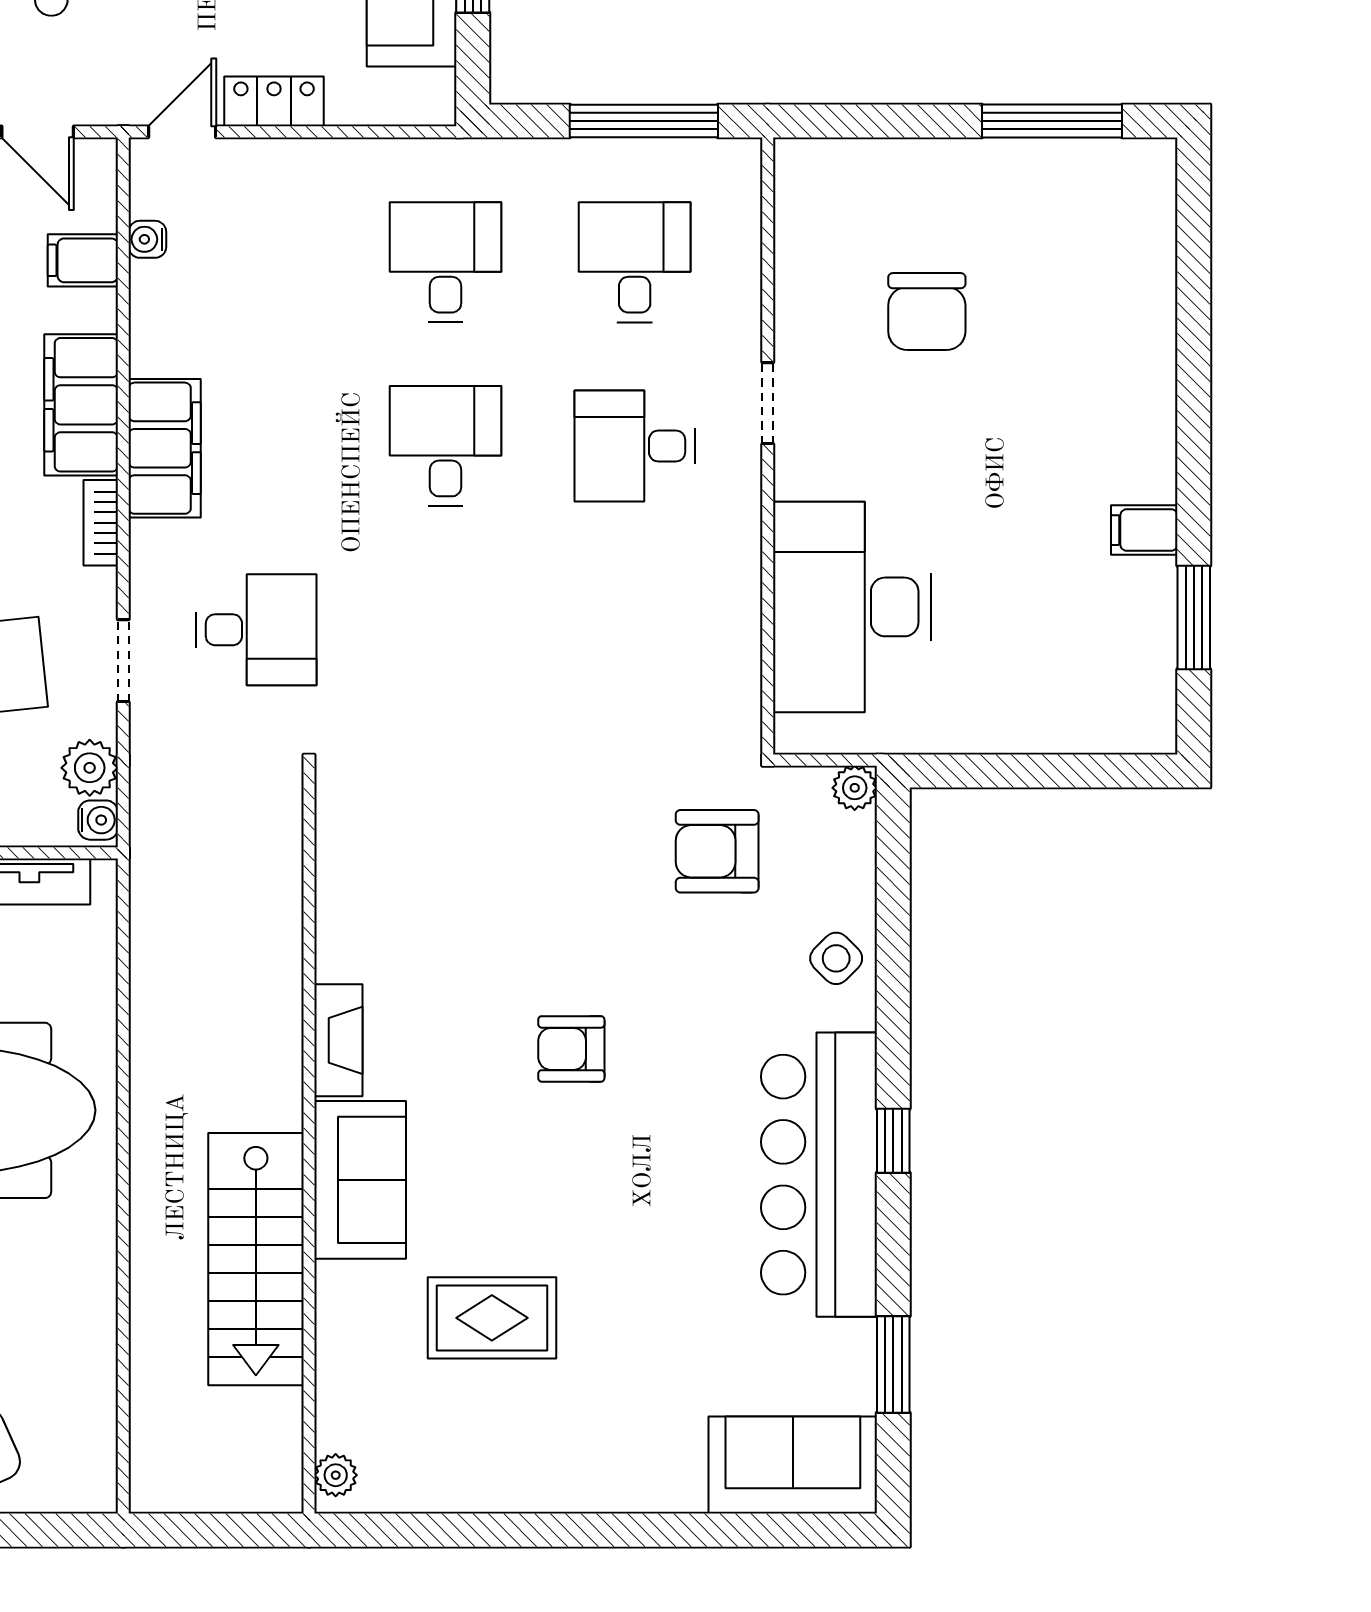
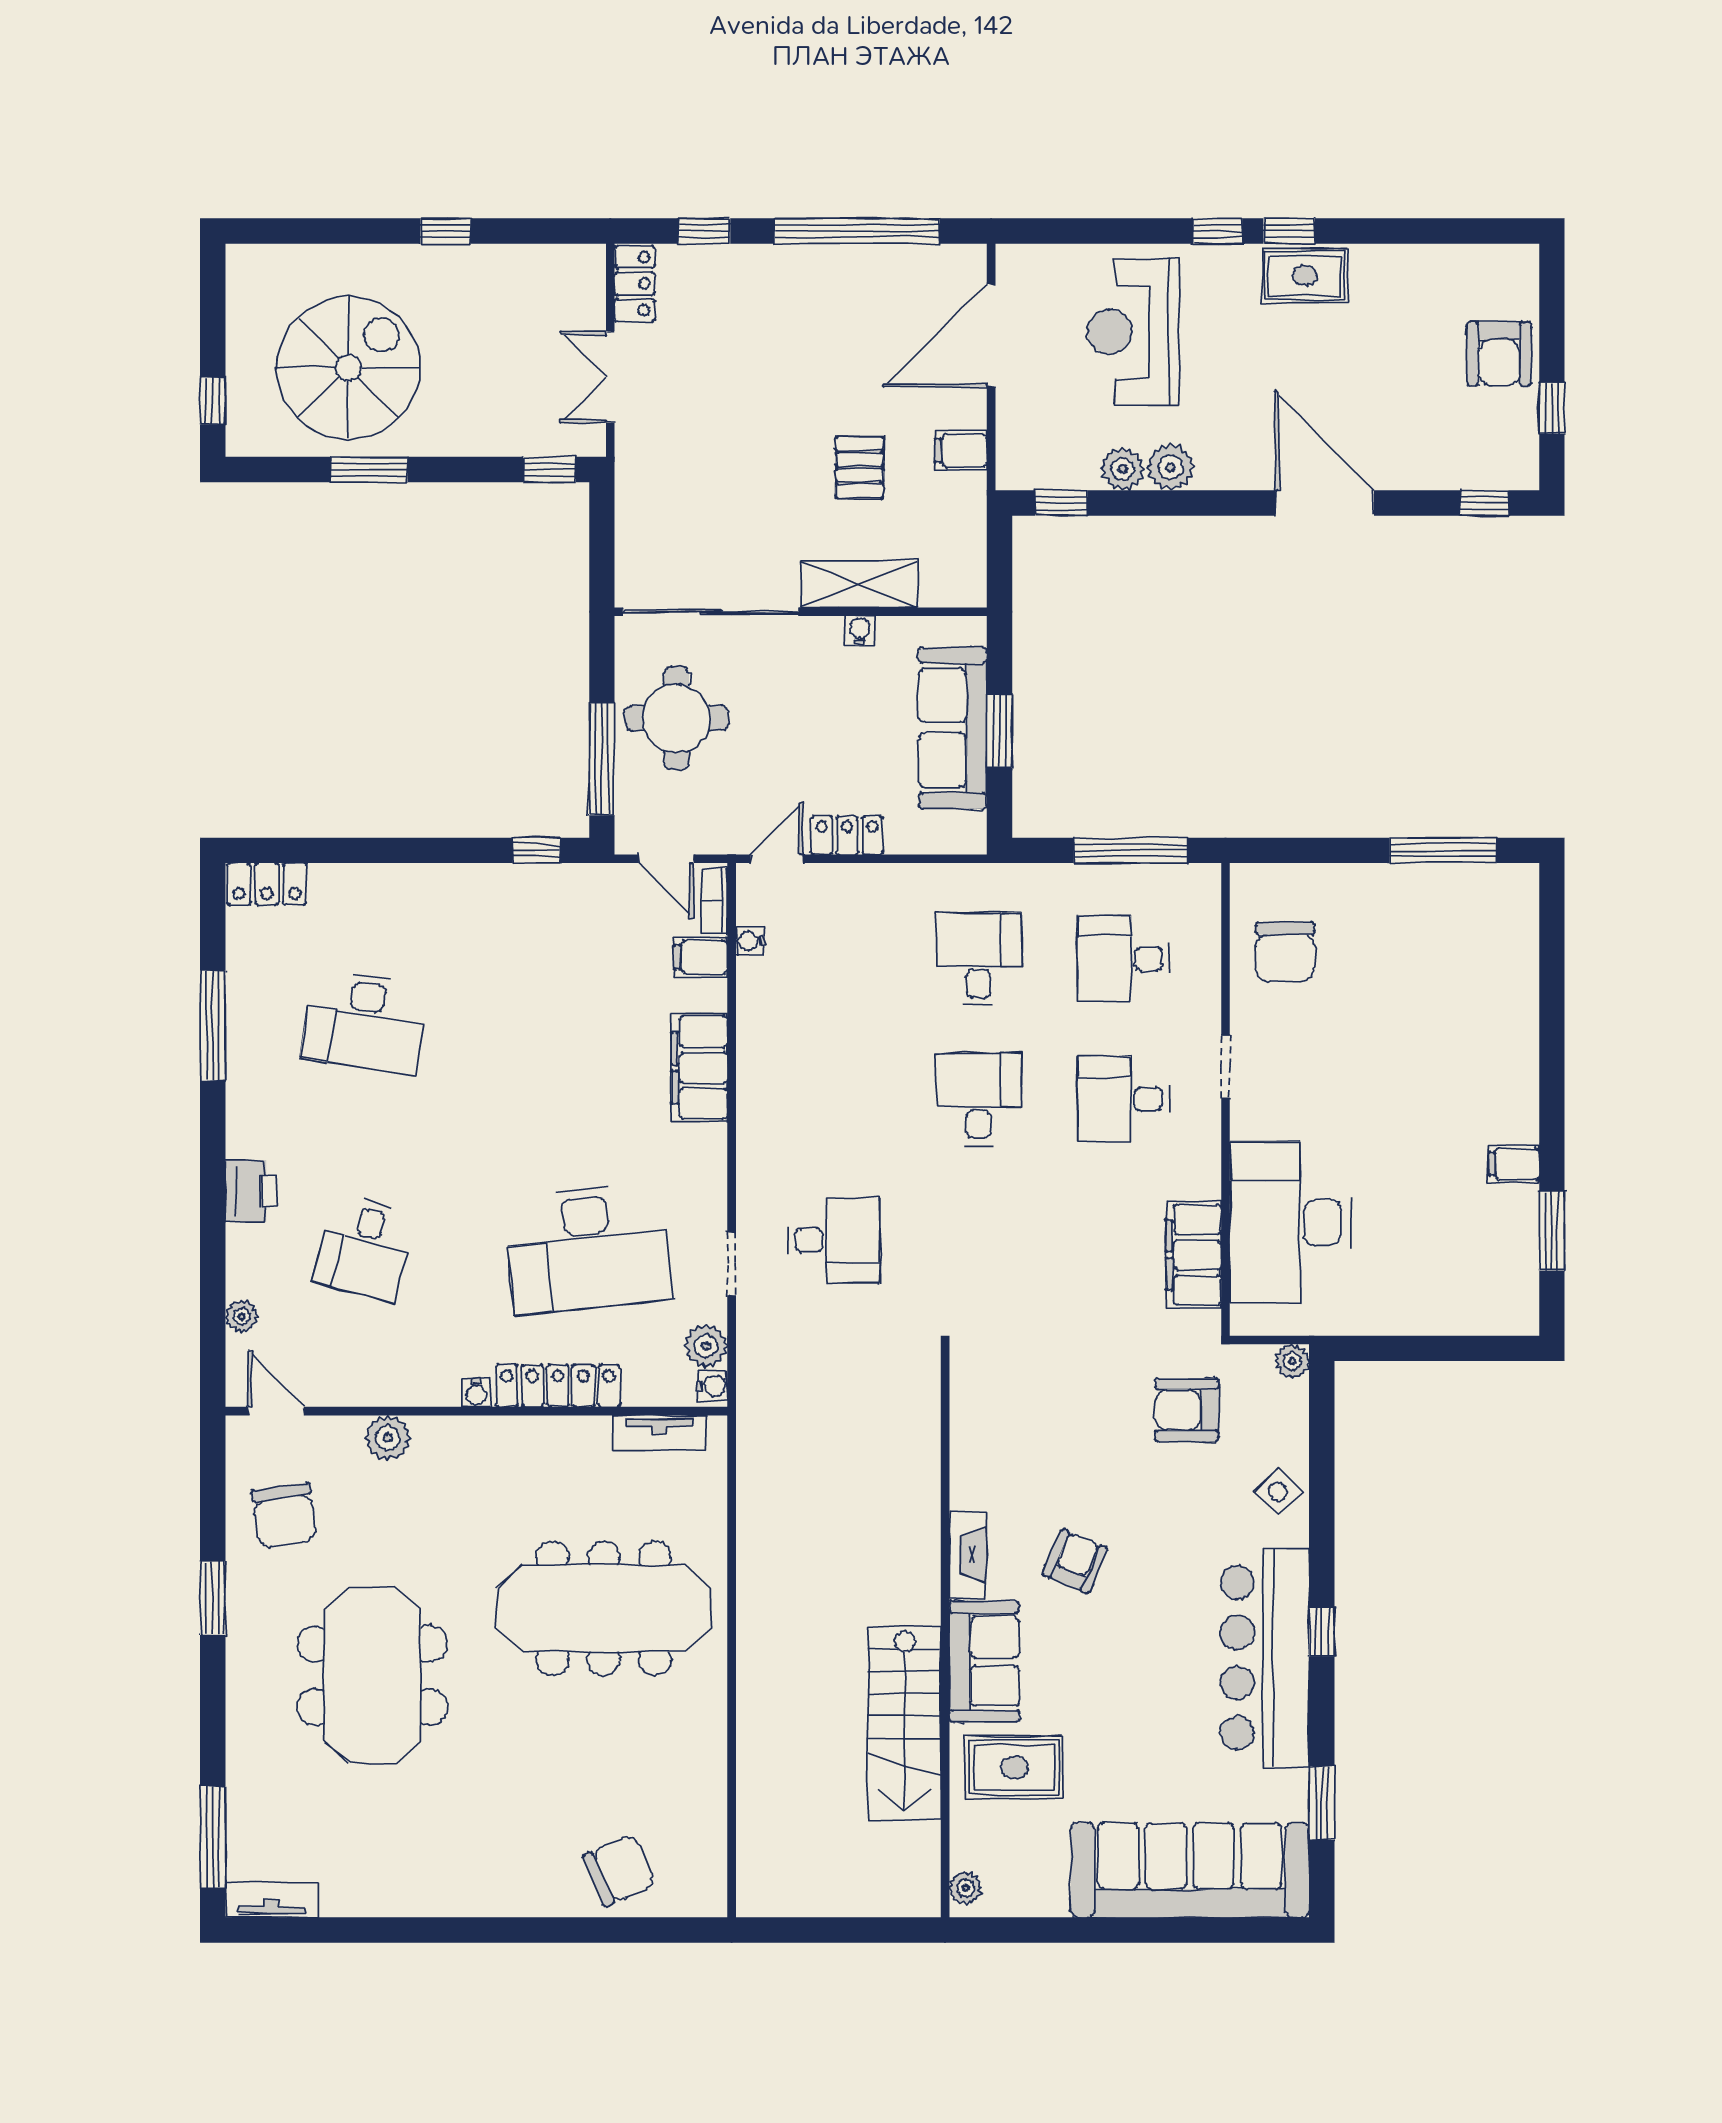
desk: (635, 262) -> (1123, 959), turned -90
chair: (927, 312) -> (1285, 952), moved
filing cabinet: (165, 448) -> (1194, 1255), moved, turned 180
bookcase: (101, 523) -> (714, 901), moved
fireplace: (338, 1040) -> (968, 1555), moved
armchair: (571, 1049) -> (1075, 1561), turned 113
wall: (309, 1140) -> (945, 1631), moved
sofa: (360, 1180) -> (984, 1662), moved
stairs: (256, 1259) -> (904, 1722), moved
sofa: (793, 1465) -> (1190, 1870), width x1.85, depth x1.27
plant: (336, 1475) -> (966, 1888), moved

